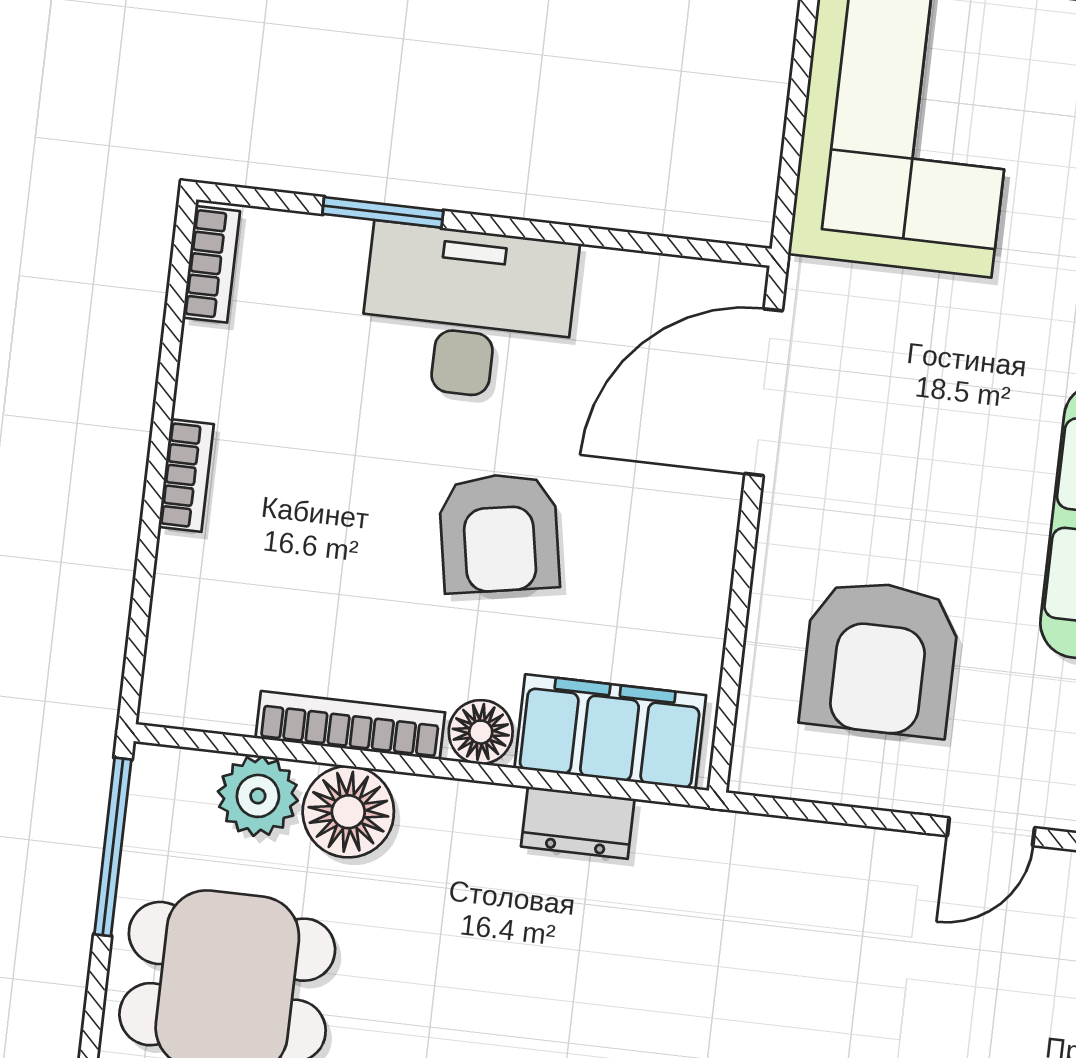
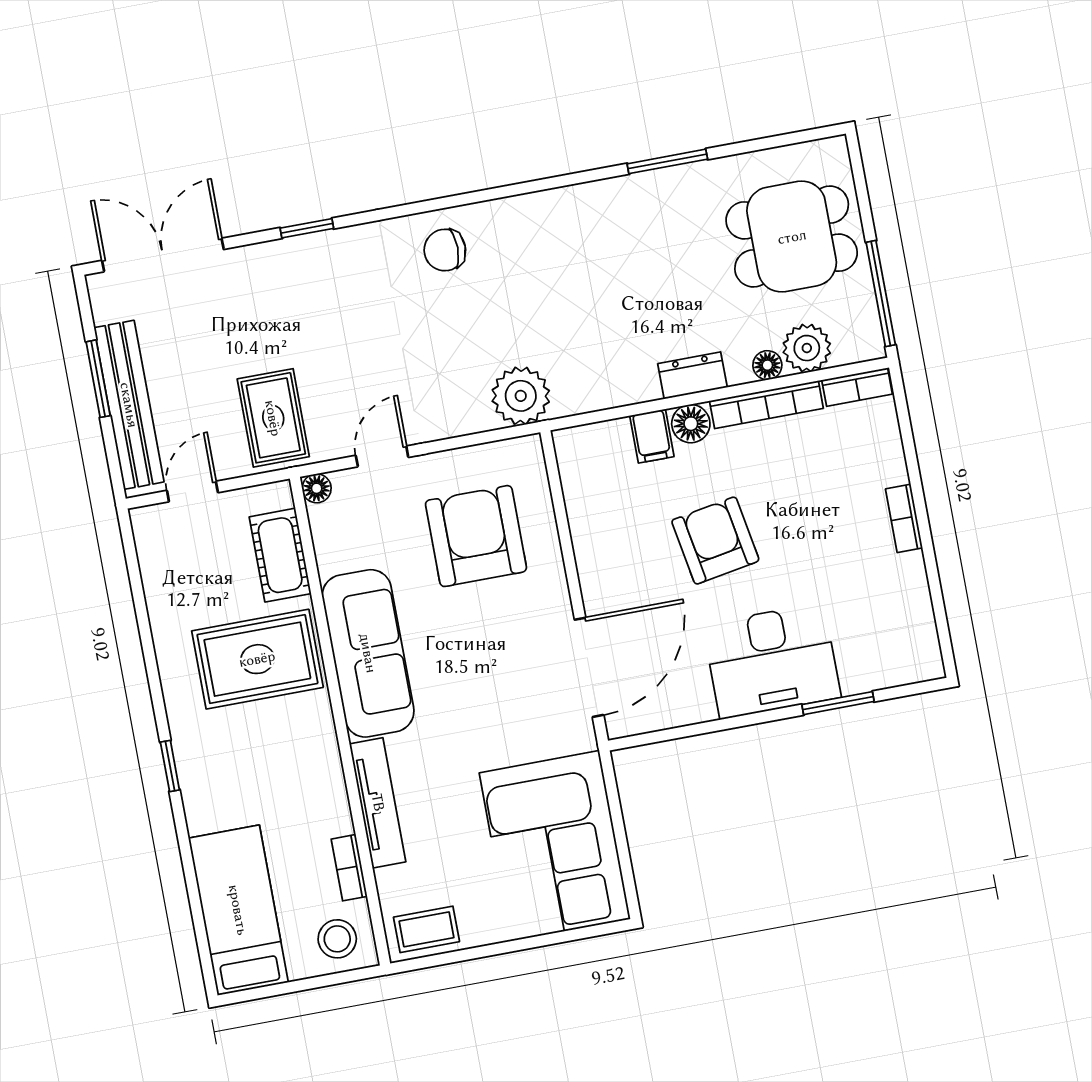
bookcase: (211, 264) -> (857, 387), moved, turned -90
filing cabinet: (610, 732) -> (652, 436), width x0.33, depth x0.86
floor lamp: (348, 812) -> (767, 365), width x0.53, depth x0.53
dresser: (578, 823) -> (692, 375), moved
plant: (739, 860) -> (521, 396), added

